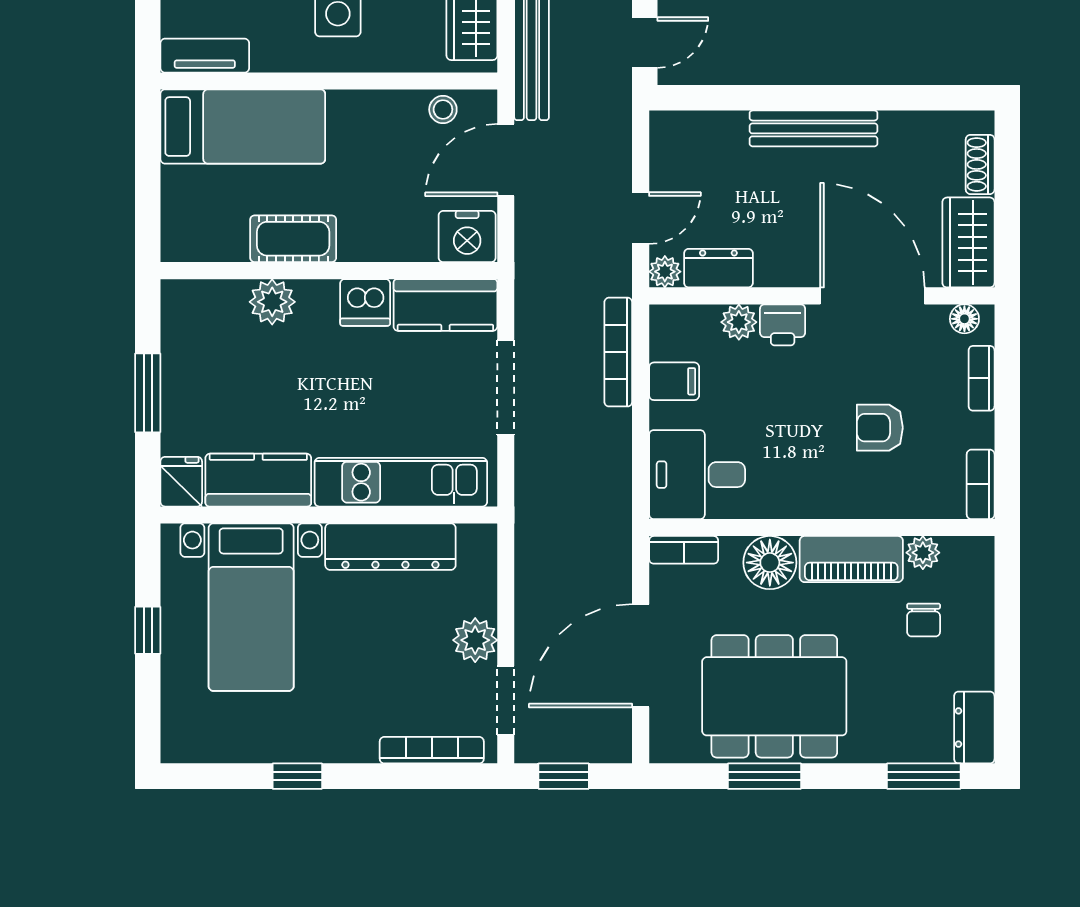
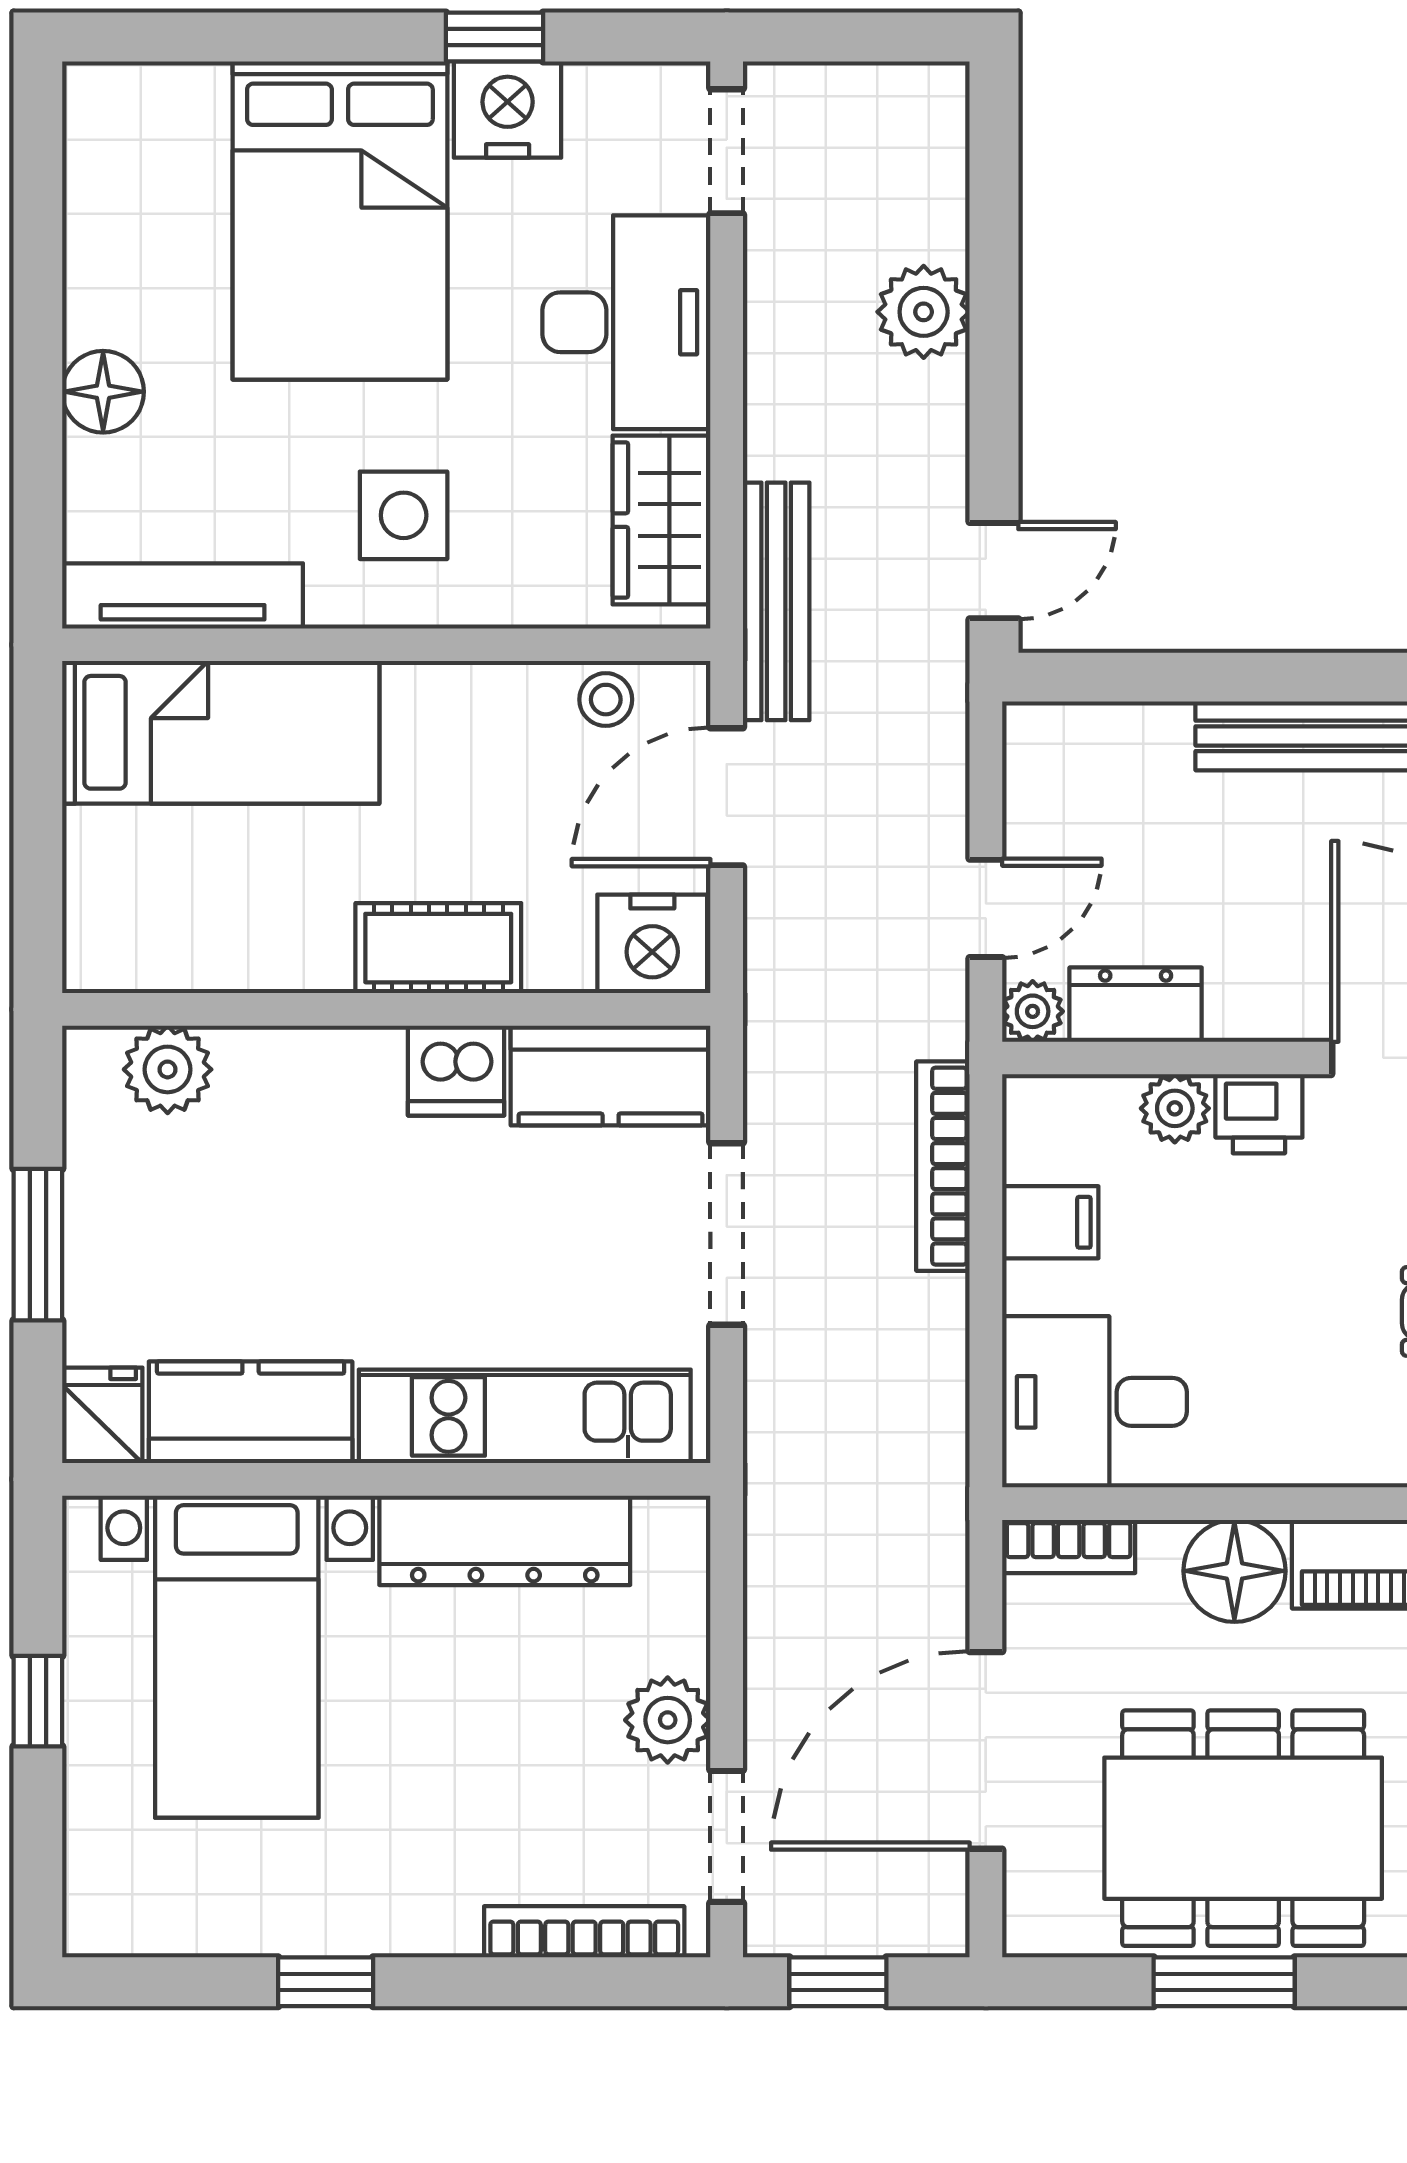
tv unit: (205, 56) -> (183, 596), width x1.41
cot: (293, 239) -> (438, 948), moved
plant: (272, 302) -> (168, 1069), moved

